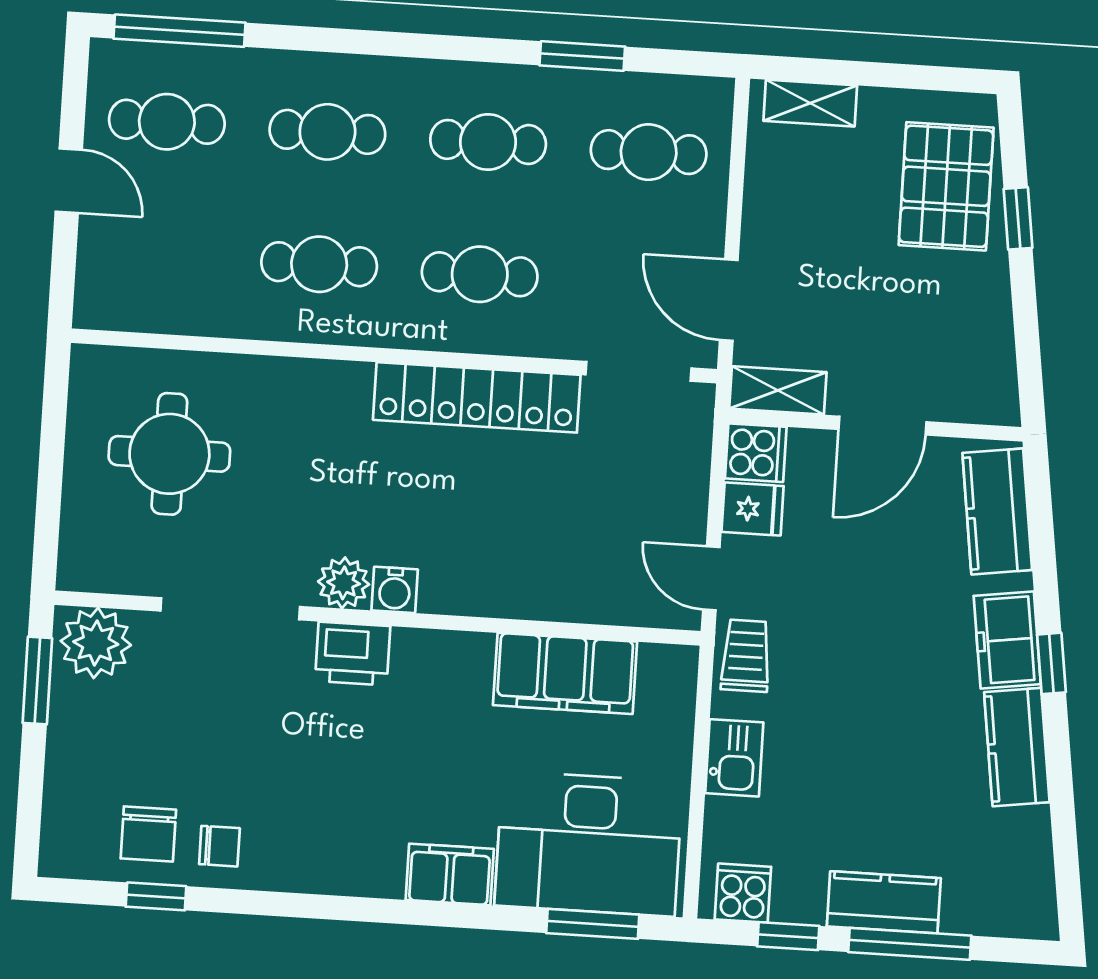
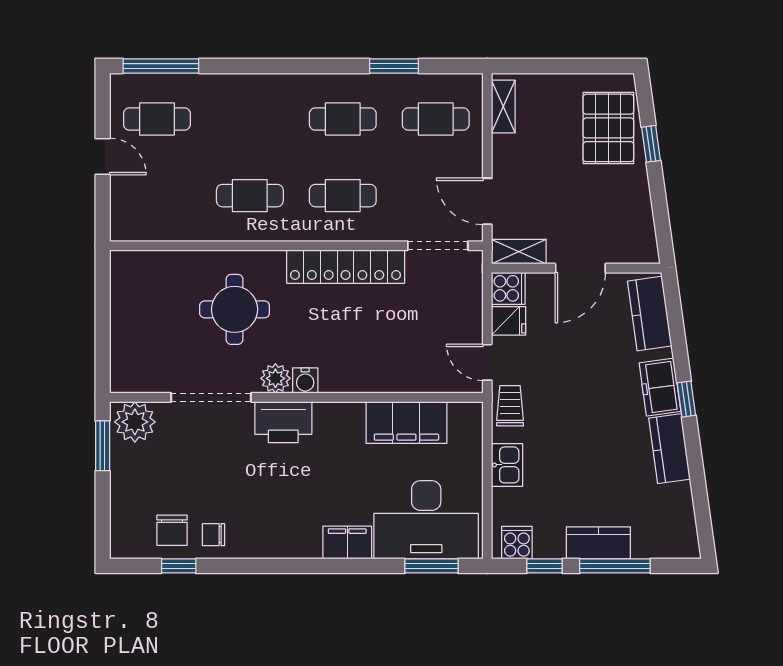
shelving: (810, 103) -> (503, 107), moved, turned 90
cafe table: (327, 132) -> (250, 119), removed
round table: (169, 454) -> (235, 309), moved
printer: (353, 654) -> (283, 422), width x1.37, depth x1.19
chair: (219, 846) -> (213, 535), turned 180

